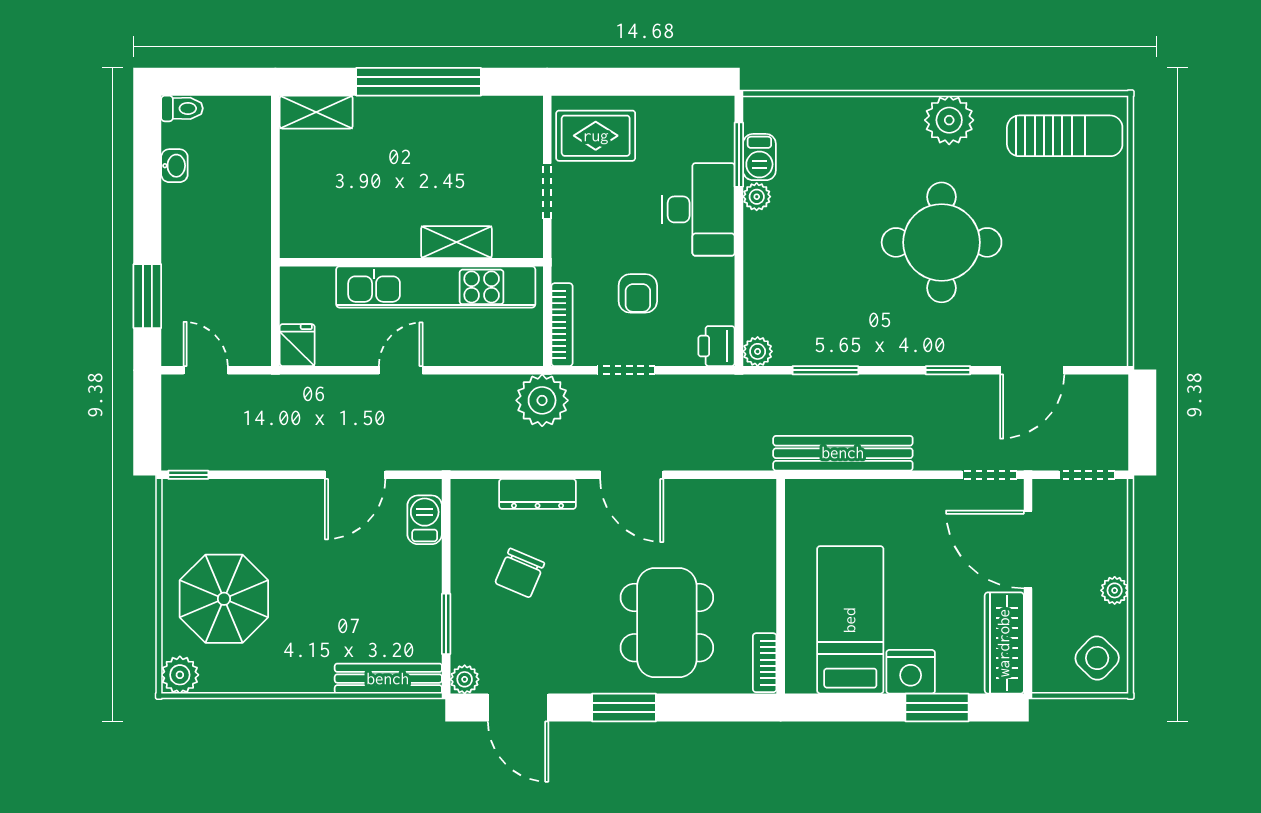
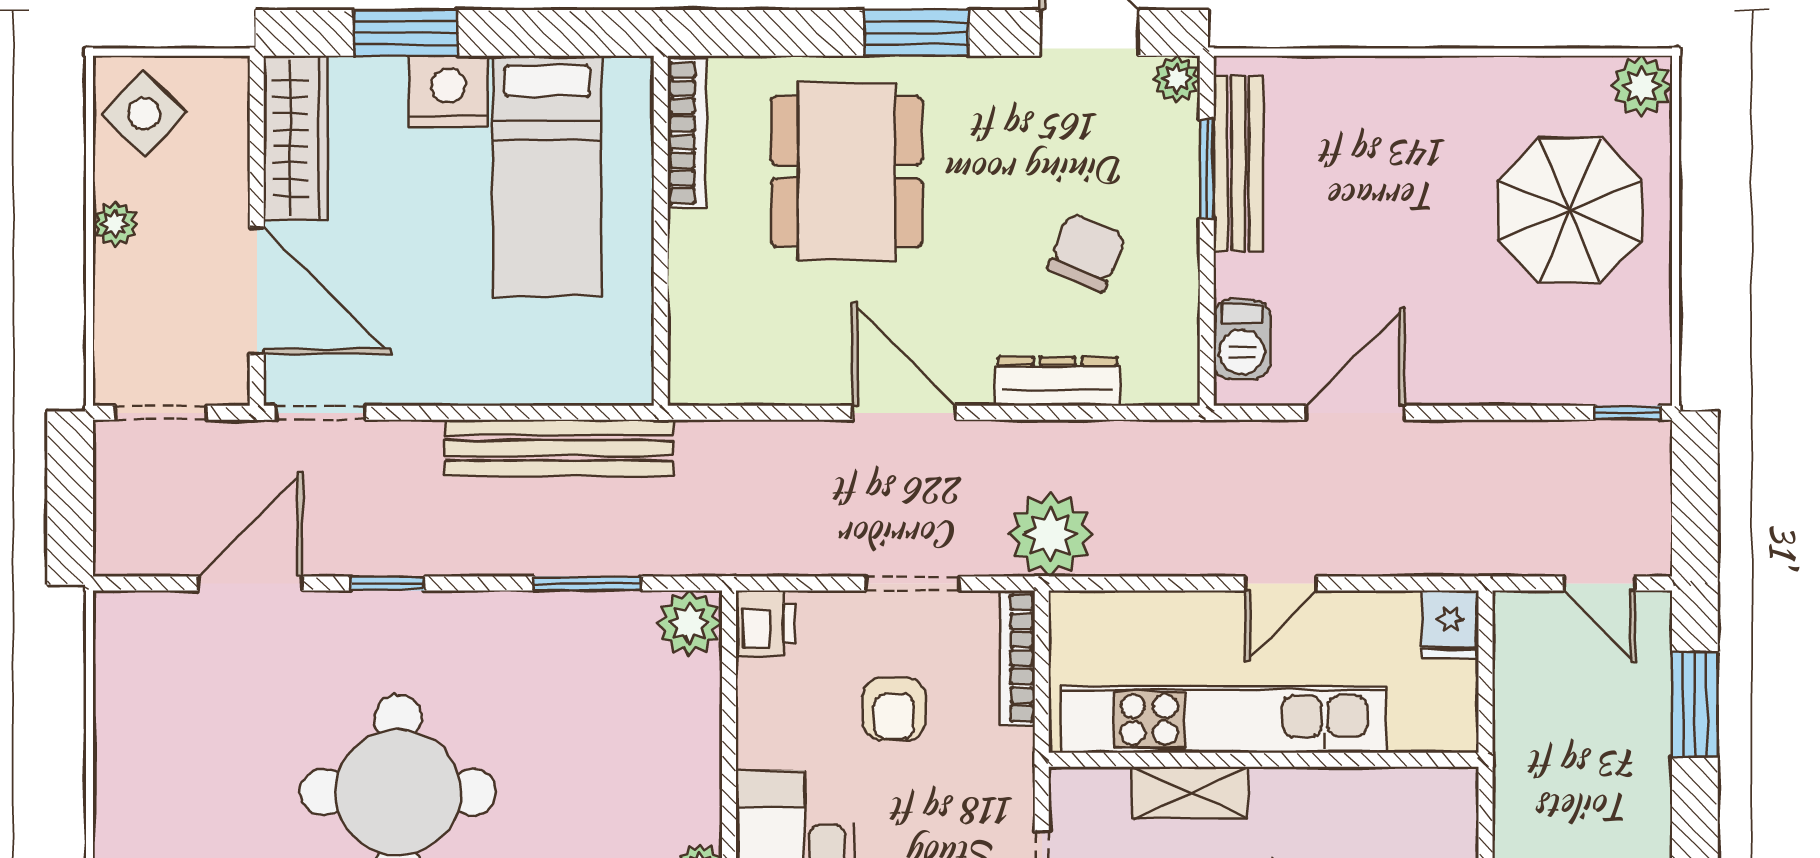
armchair: (638, 293) -> (894, 709), turned 180
plant: (758, 351) -> (689, 623), width x1.38, depth x1.38
bookcase: (765, 663) -> (687, 133), width x1.56
bench: (388, 679) -> (1238, 164), moved, turned 90

